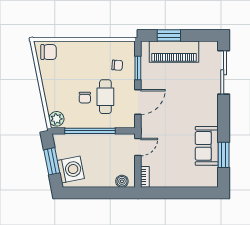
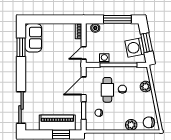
plant: (73, 49) -> (131, 125), added
plant: (56, 119) -> (146, 87), moved
washing machine: (109, 140) -> (104, 58), added
sofa: (207, 146) -> (33, 38), moved
washing machine: (71, 170) -> (135, 47), moved
window: (92, 193) -> (117, 19), added

